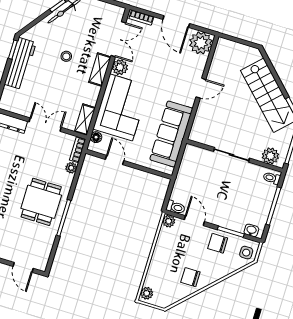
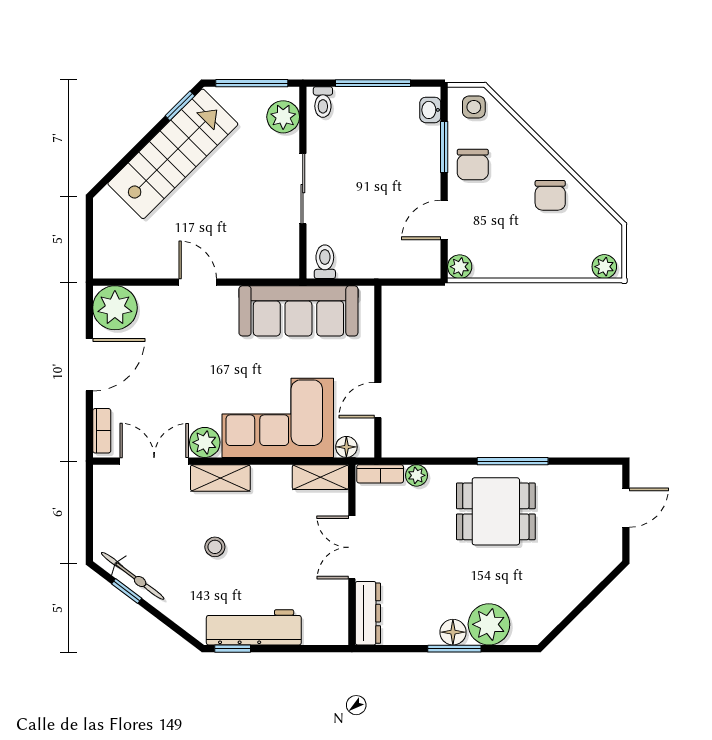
toilet: (176, 207) -> (325, 262), moved

